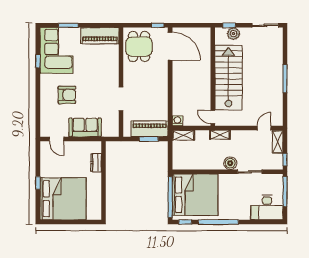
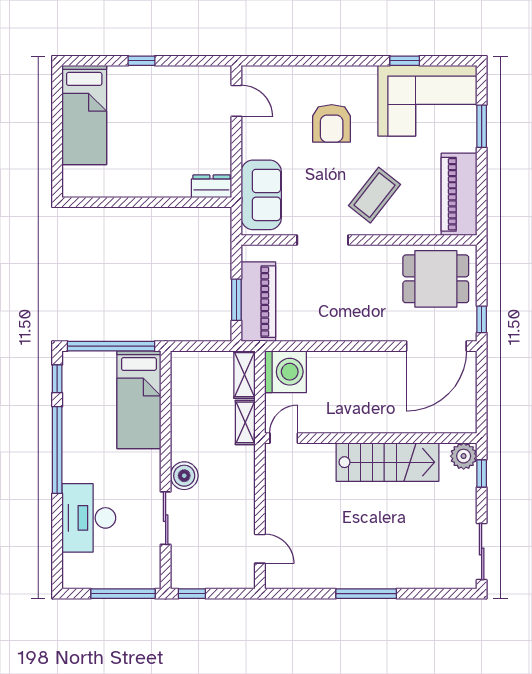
plant: (233, 34) -> (464, 456), moved
coffee table: (100, 75) -> (374, 195), added
stairs: (228, 78) -> (388, 462), width x0.73, depth x0.66
washing machine: (177, 121) -> (286, 372), width x1.89, depth x1.89
sofa: (85, 127) -> (261, 195), moved
shelving: (220, 135) -> (245, 422), moved
door: (57, 139) -> (236, 101), swing flipped
shelving: (278, 142) -> (230, 578), removed
dresser: (96, 163) -> (211, 186), moved
bed: (195, 195) -> (139, 400), width x0.49
bed: (63, 199) -> (84, 115), width x0.49
desk: (267, 207) -> (89, 518), moved

